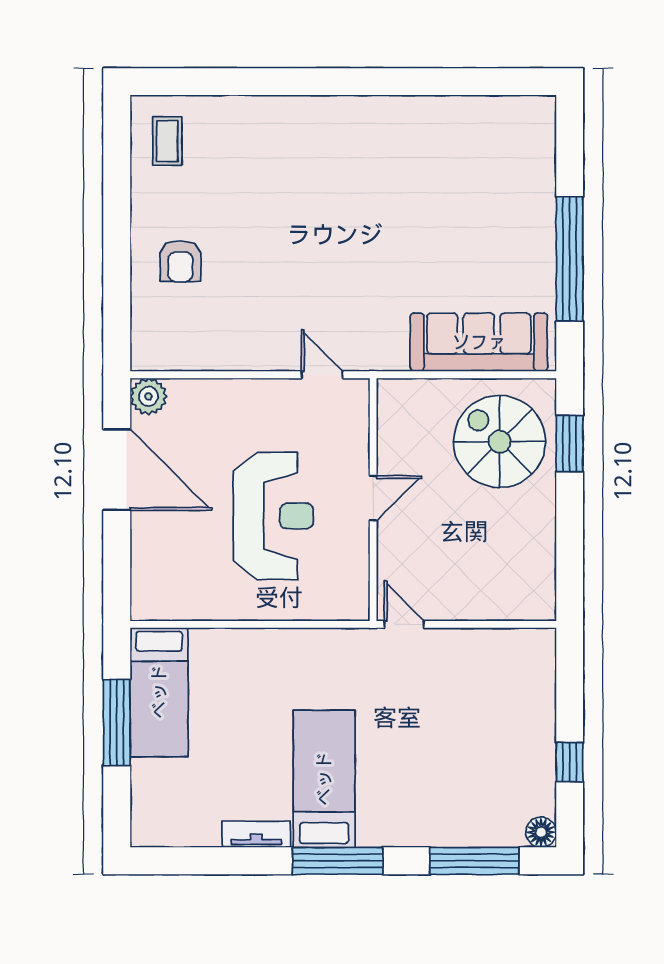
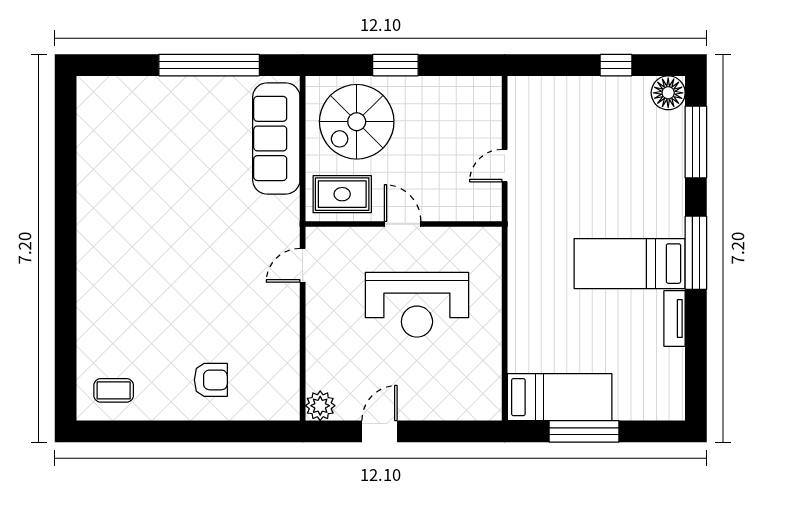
rug: (410, 424) -> (342, 194), added
window: (570, 444) -> (395, 65), moved
door: (117, 470) -> (379, 431), width x0.53
reception desk: (273, 516) -> (417, 305), turned 180
door: (404, 624) -> (505, 166), moved
floor lamp: (541, 832) -> (668, 93), width x1.38, depth x1.38

